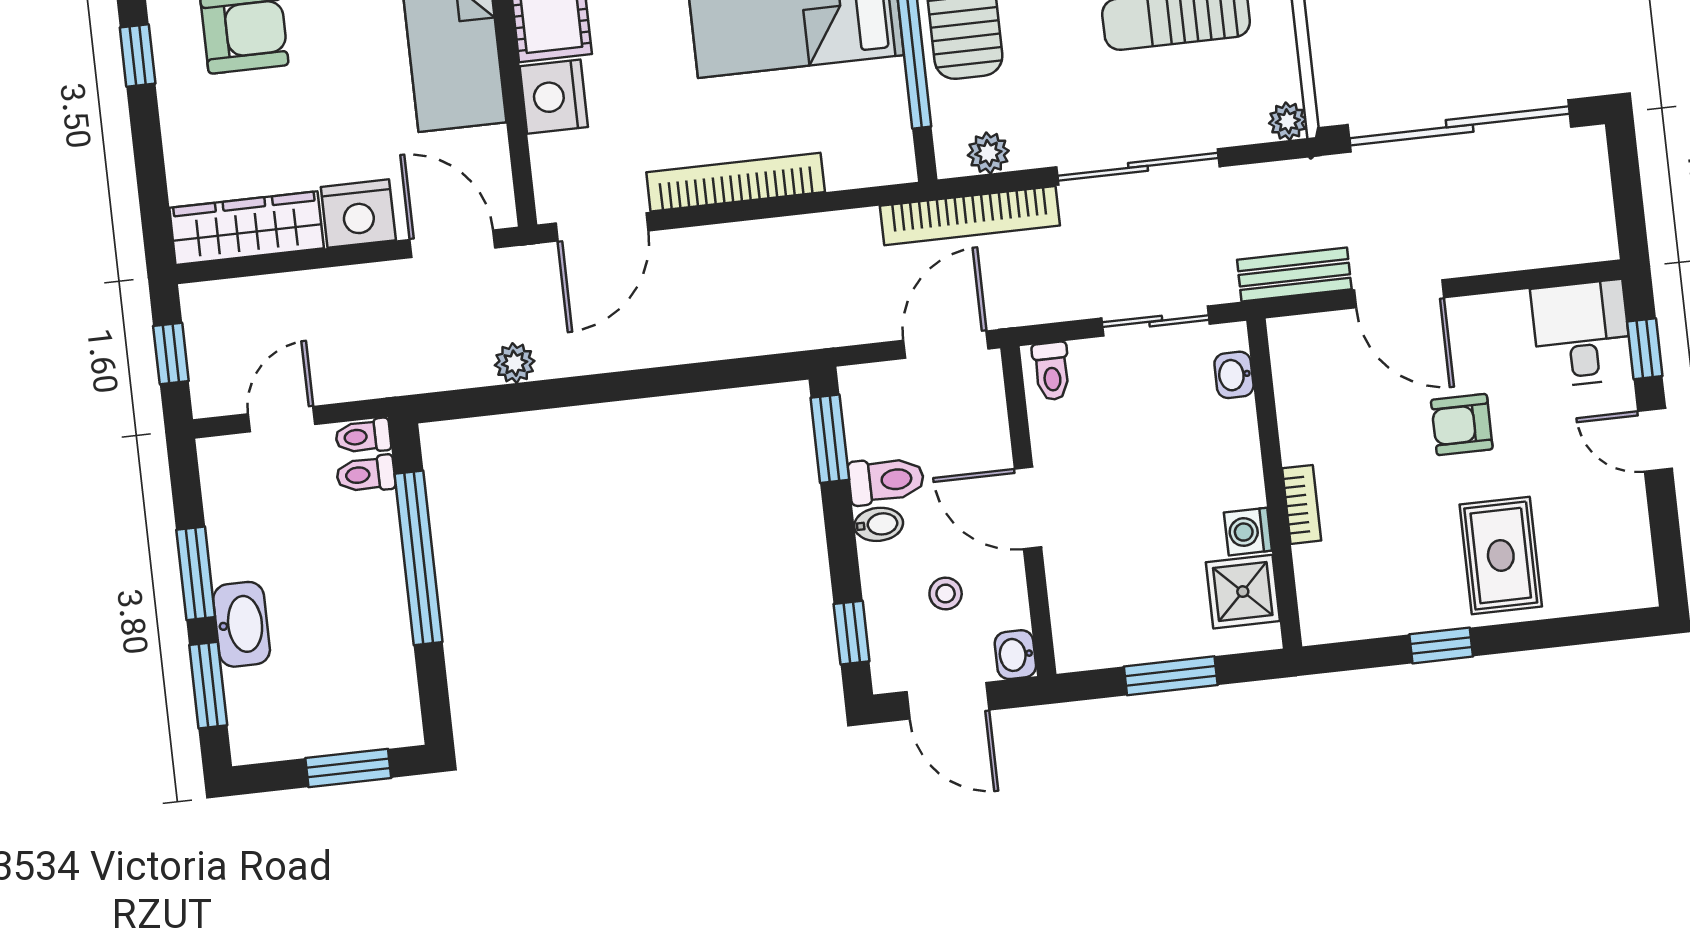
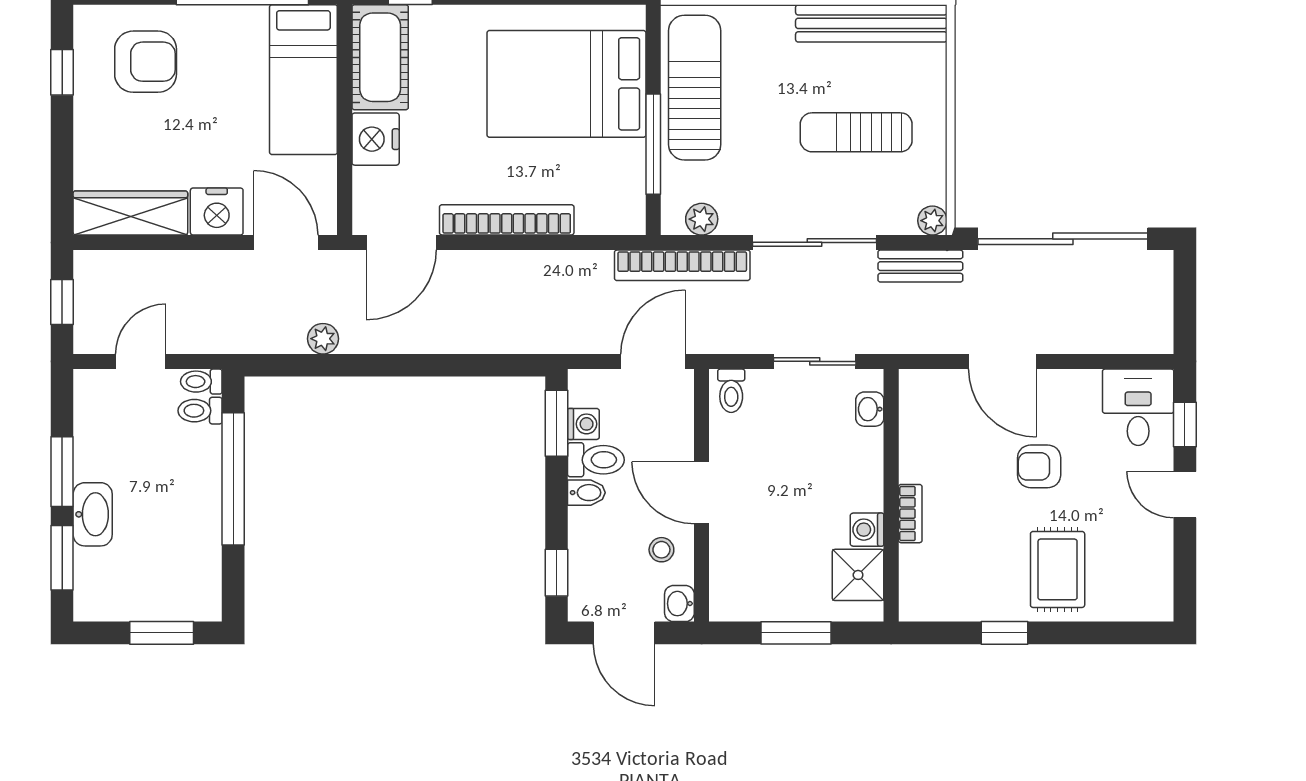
bench: (1294, 275) -> (920, 266), moved
washing machine: (865, 436) -> (583, 424), added
stool: (946, 594) -> (661, 550), moved

